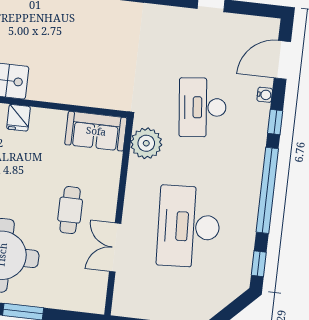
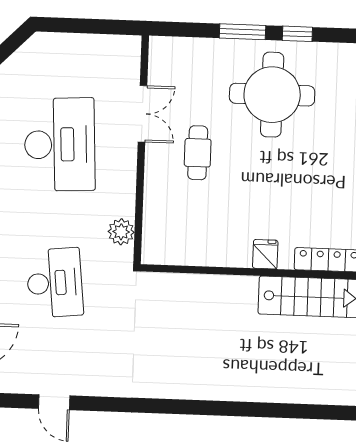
sofa: (96, 131) -> (175, 246), removed
plant: (146, 143) -> (121, 232), width x0.73, depth x0.73

